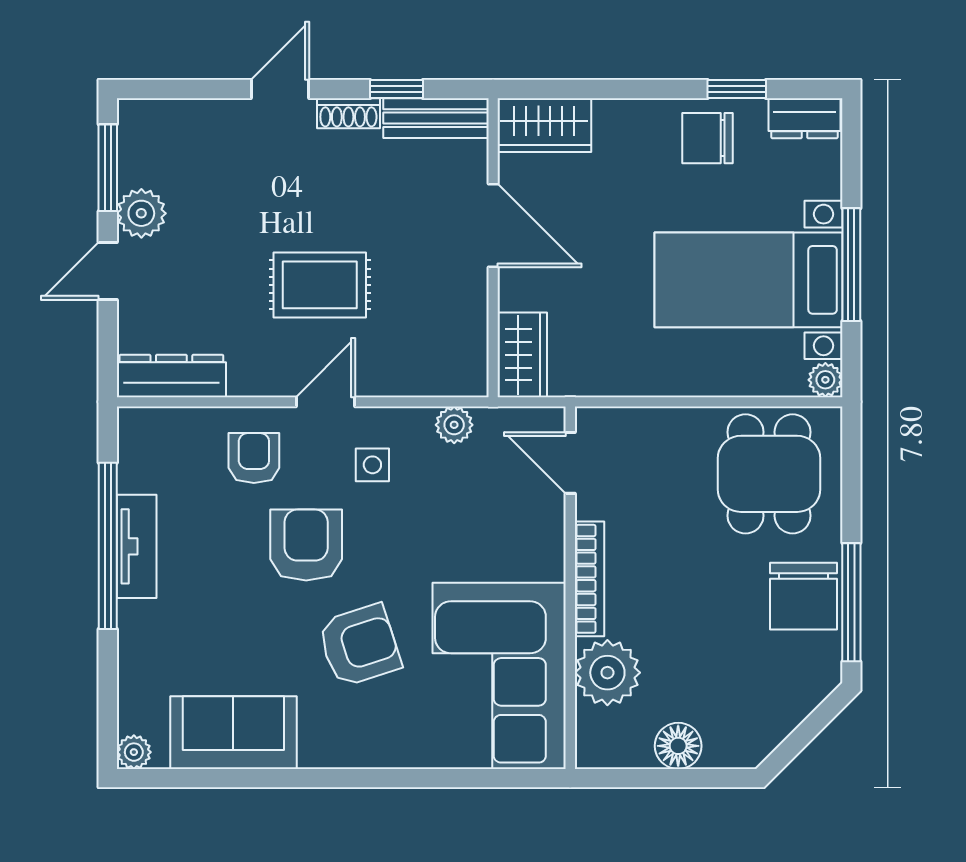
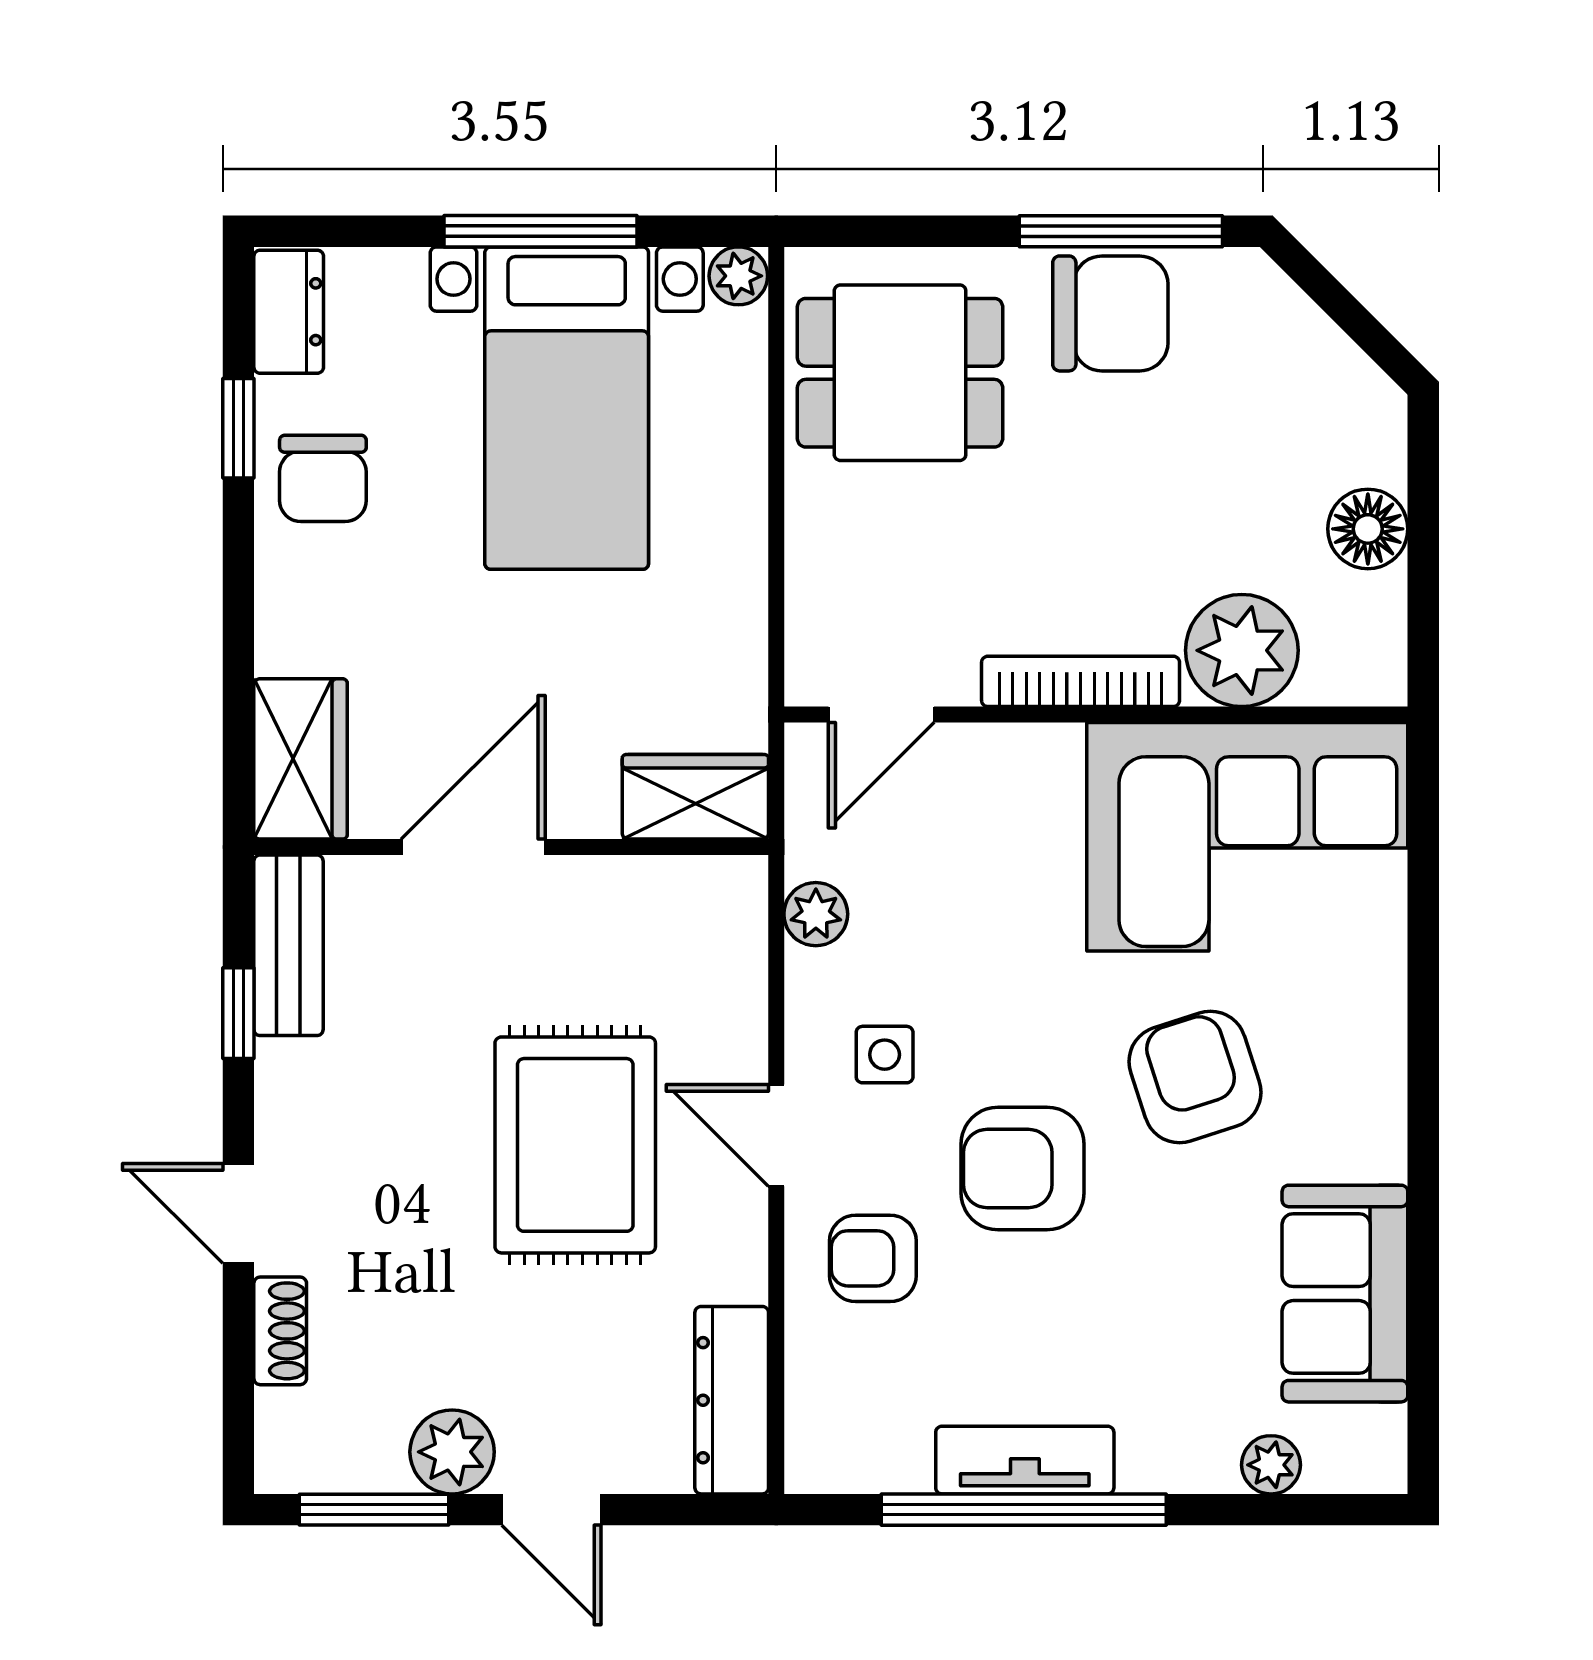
shoe rack: (348, 113) -> (280, 1331), moved
rug: (320, 285) -> (575, 1145), width x1.36, depth x1.43
plant: (134, 752) -> (1271, 1465), moved

